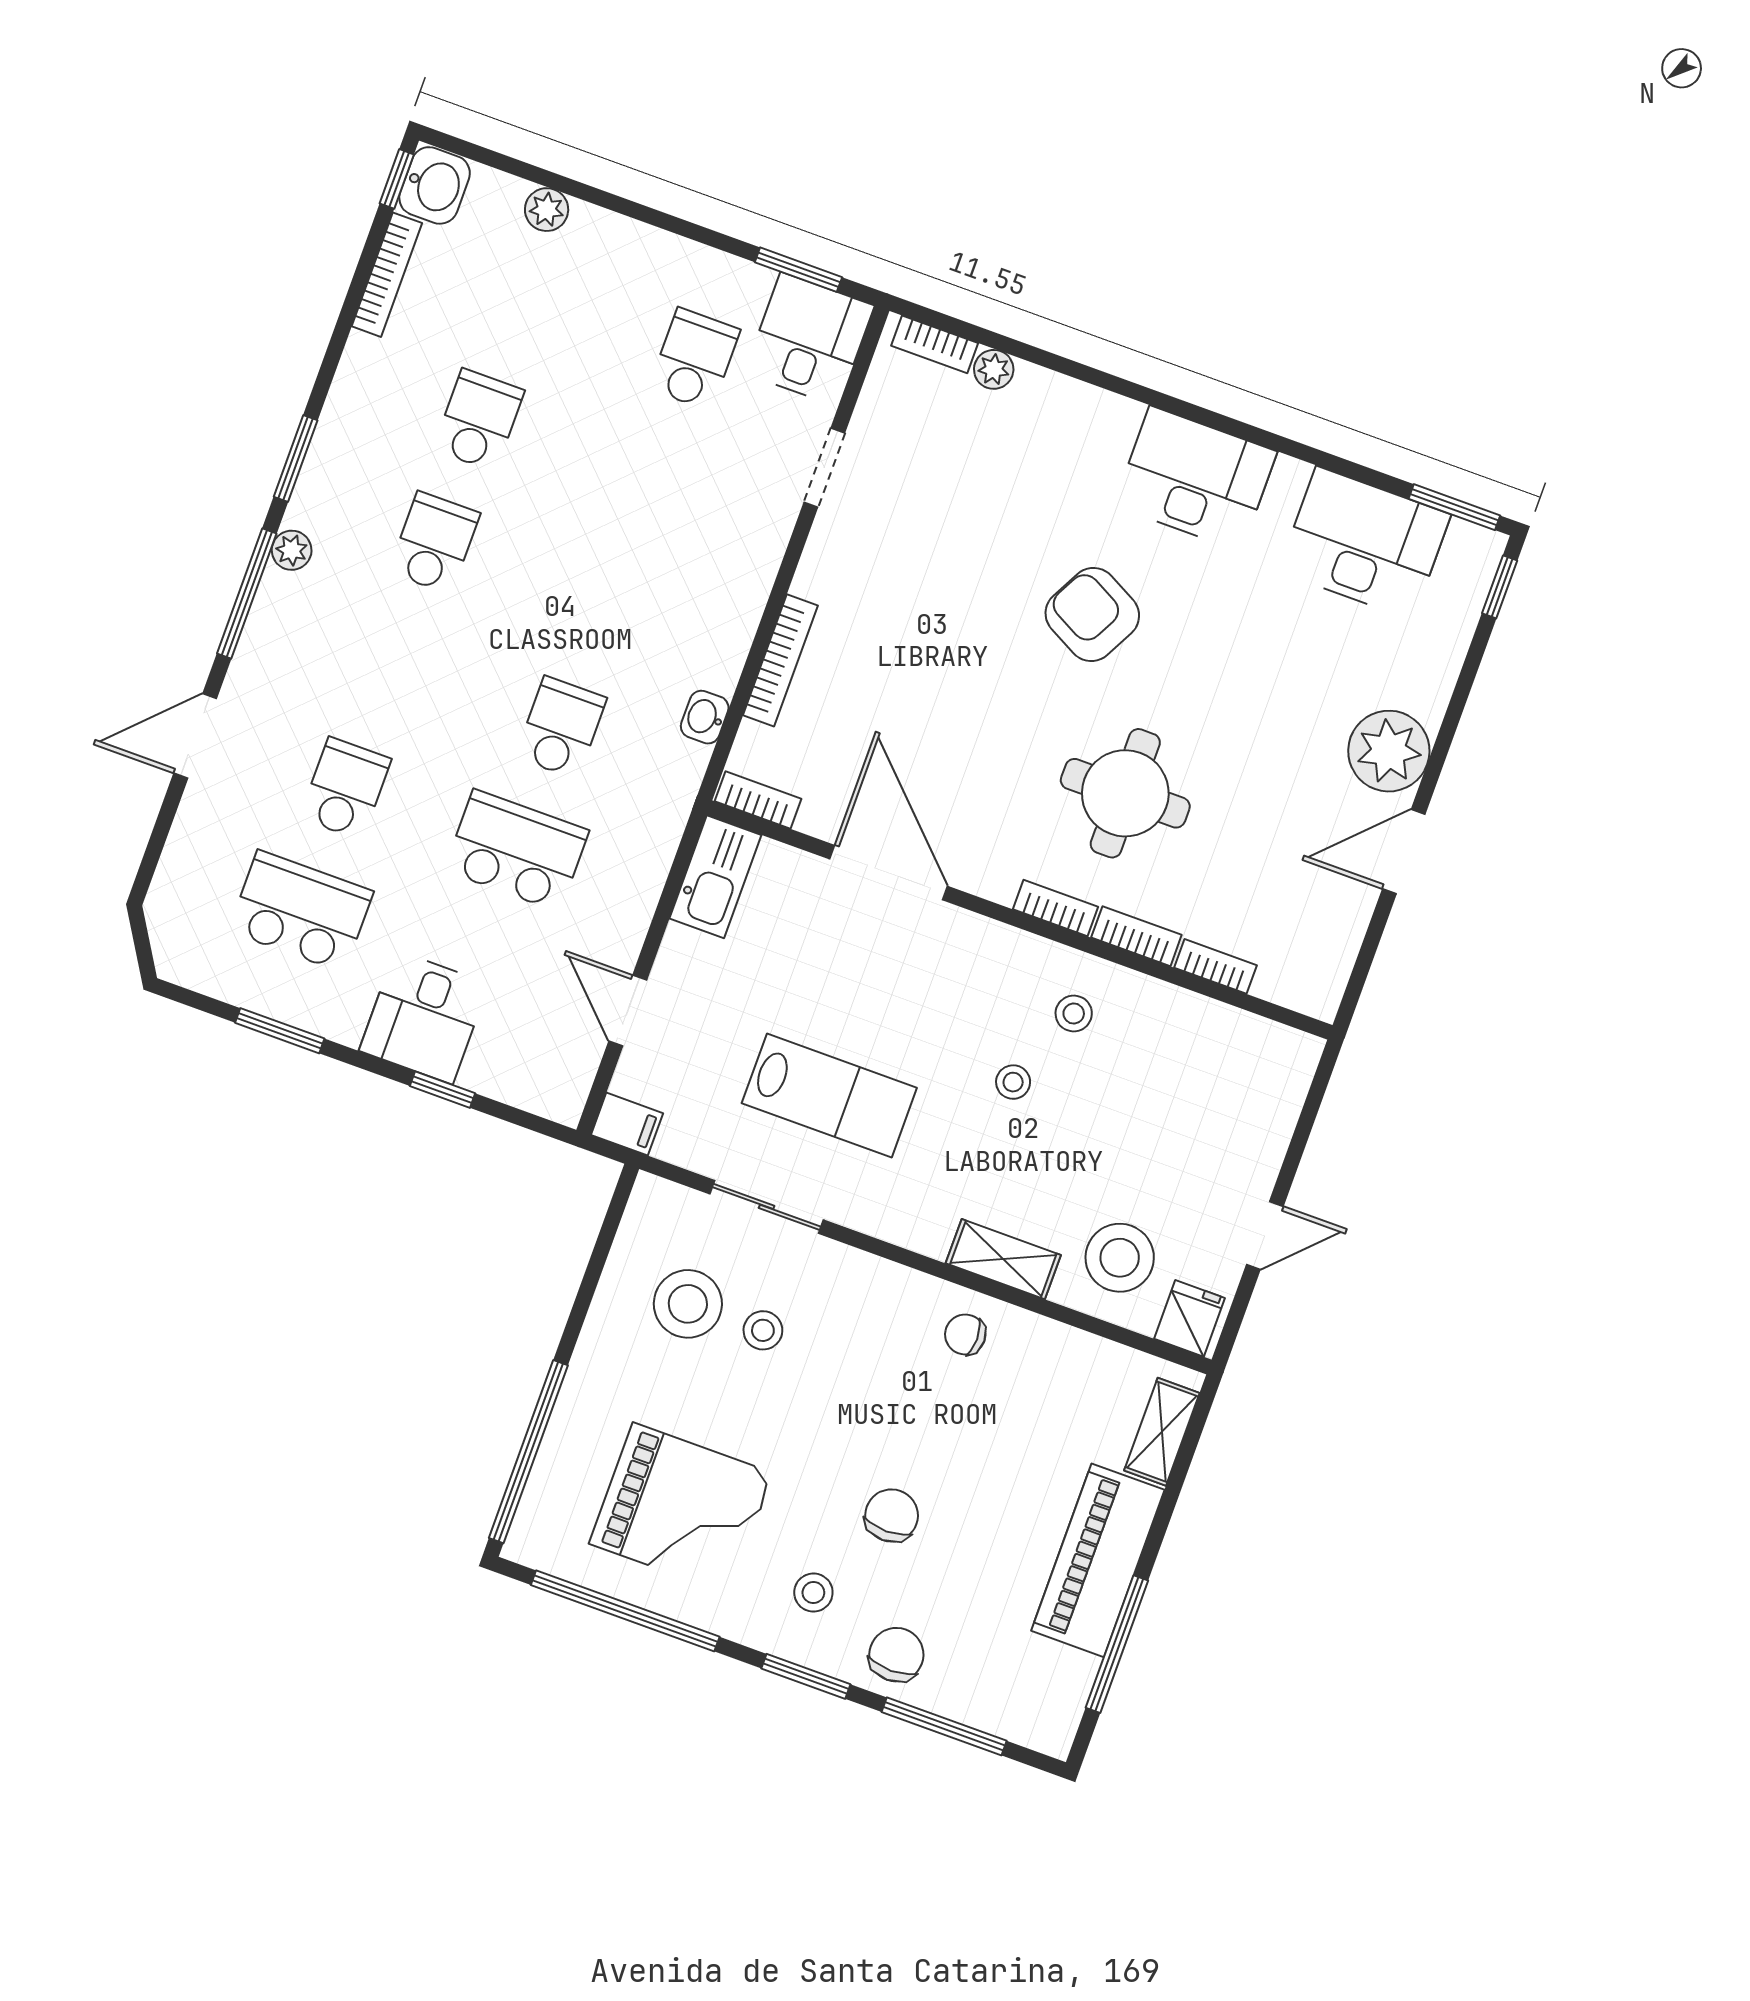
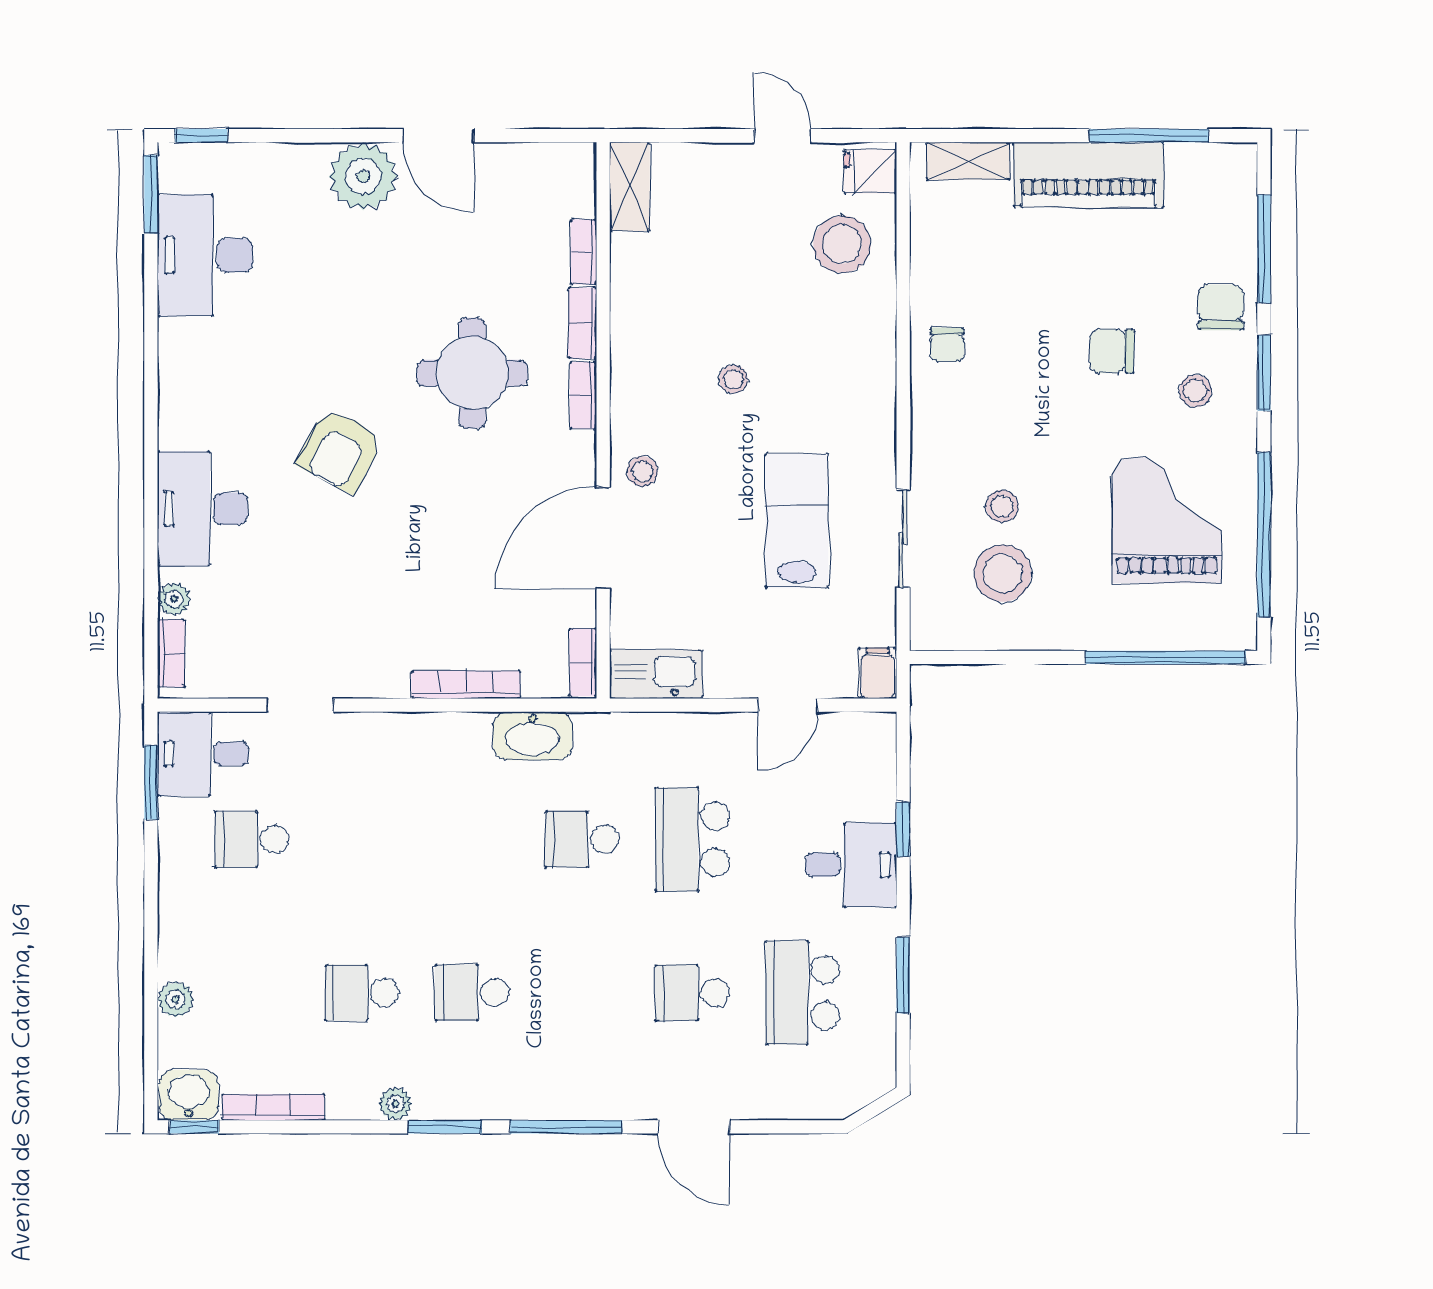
desk: (1195, 478) -> (203, 509), moved
plant: (292, 550) -> (395, 1104), moved
washbasin: (705, 717) -> (533, 736), width x1.91, depth x1.45
stool: (1074, 1013) -> (642, 471), moved
shelving: (1003, 1259) -> (630, 187), moved
chair: (896, 1655) -> (1221, 307), turned 90

